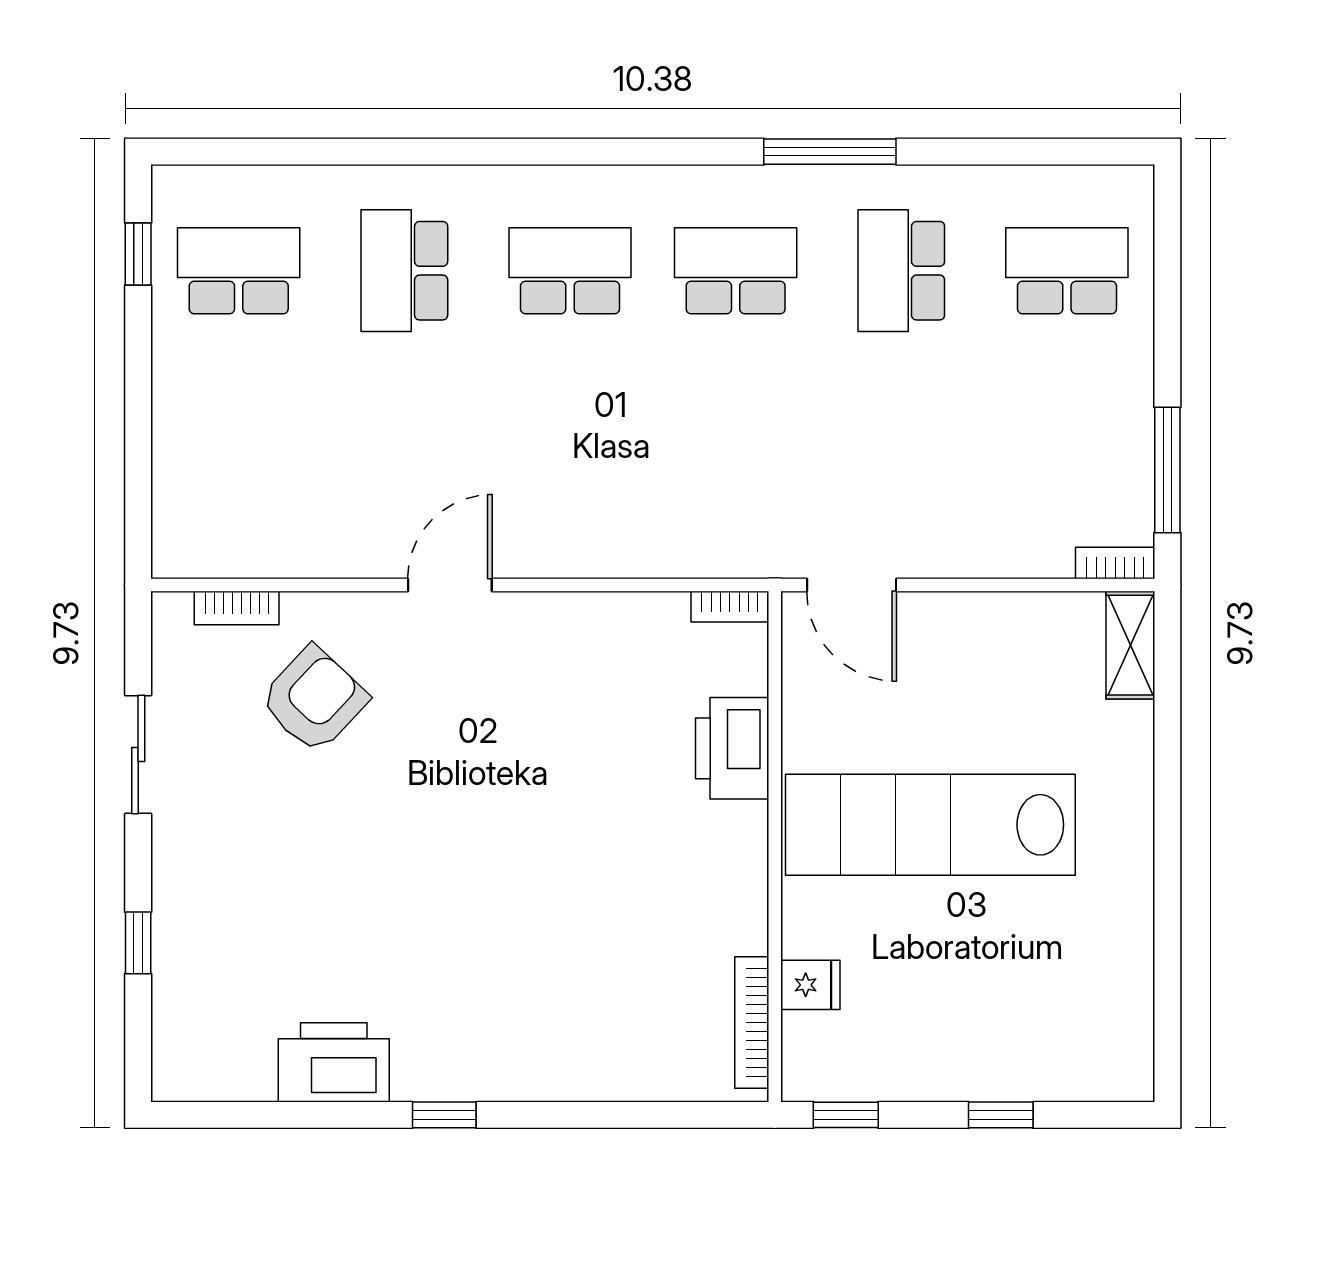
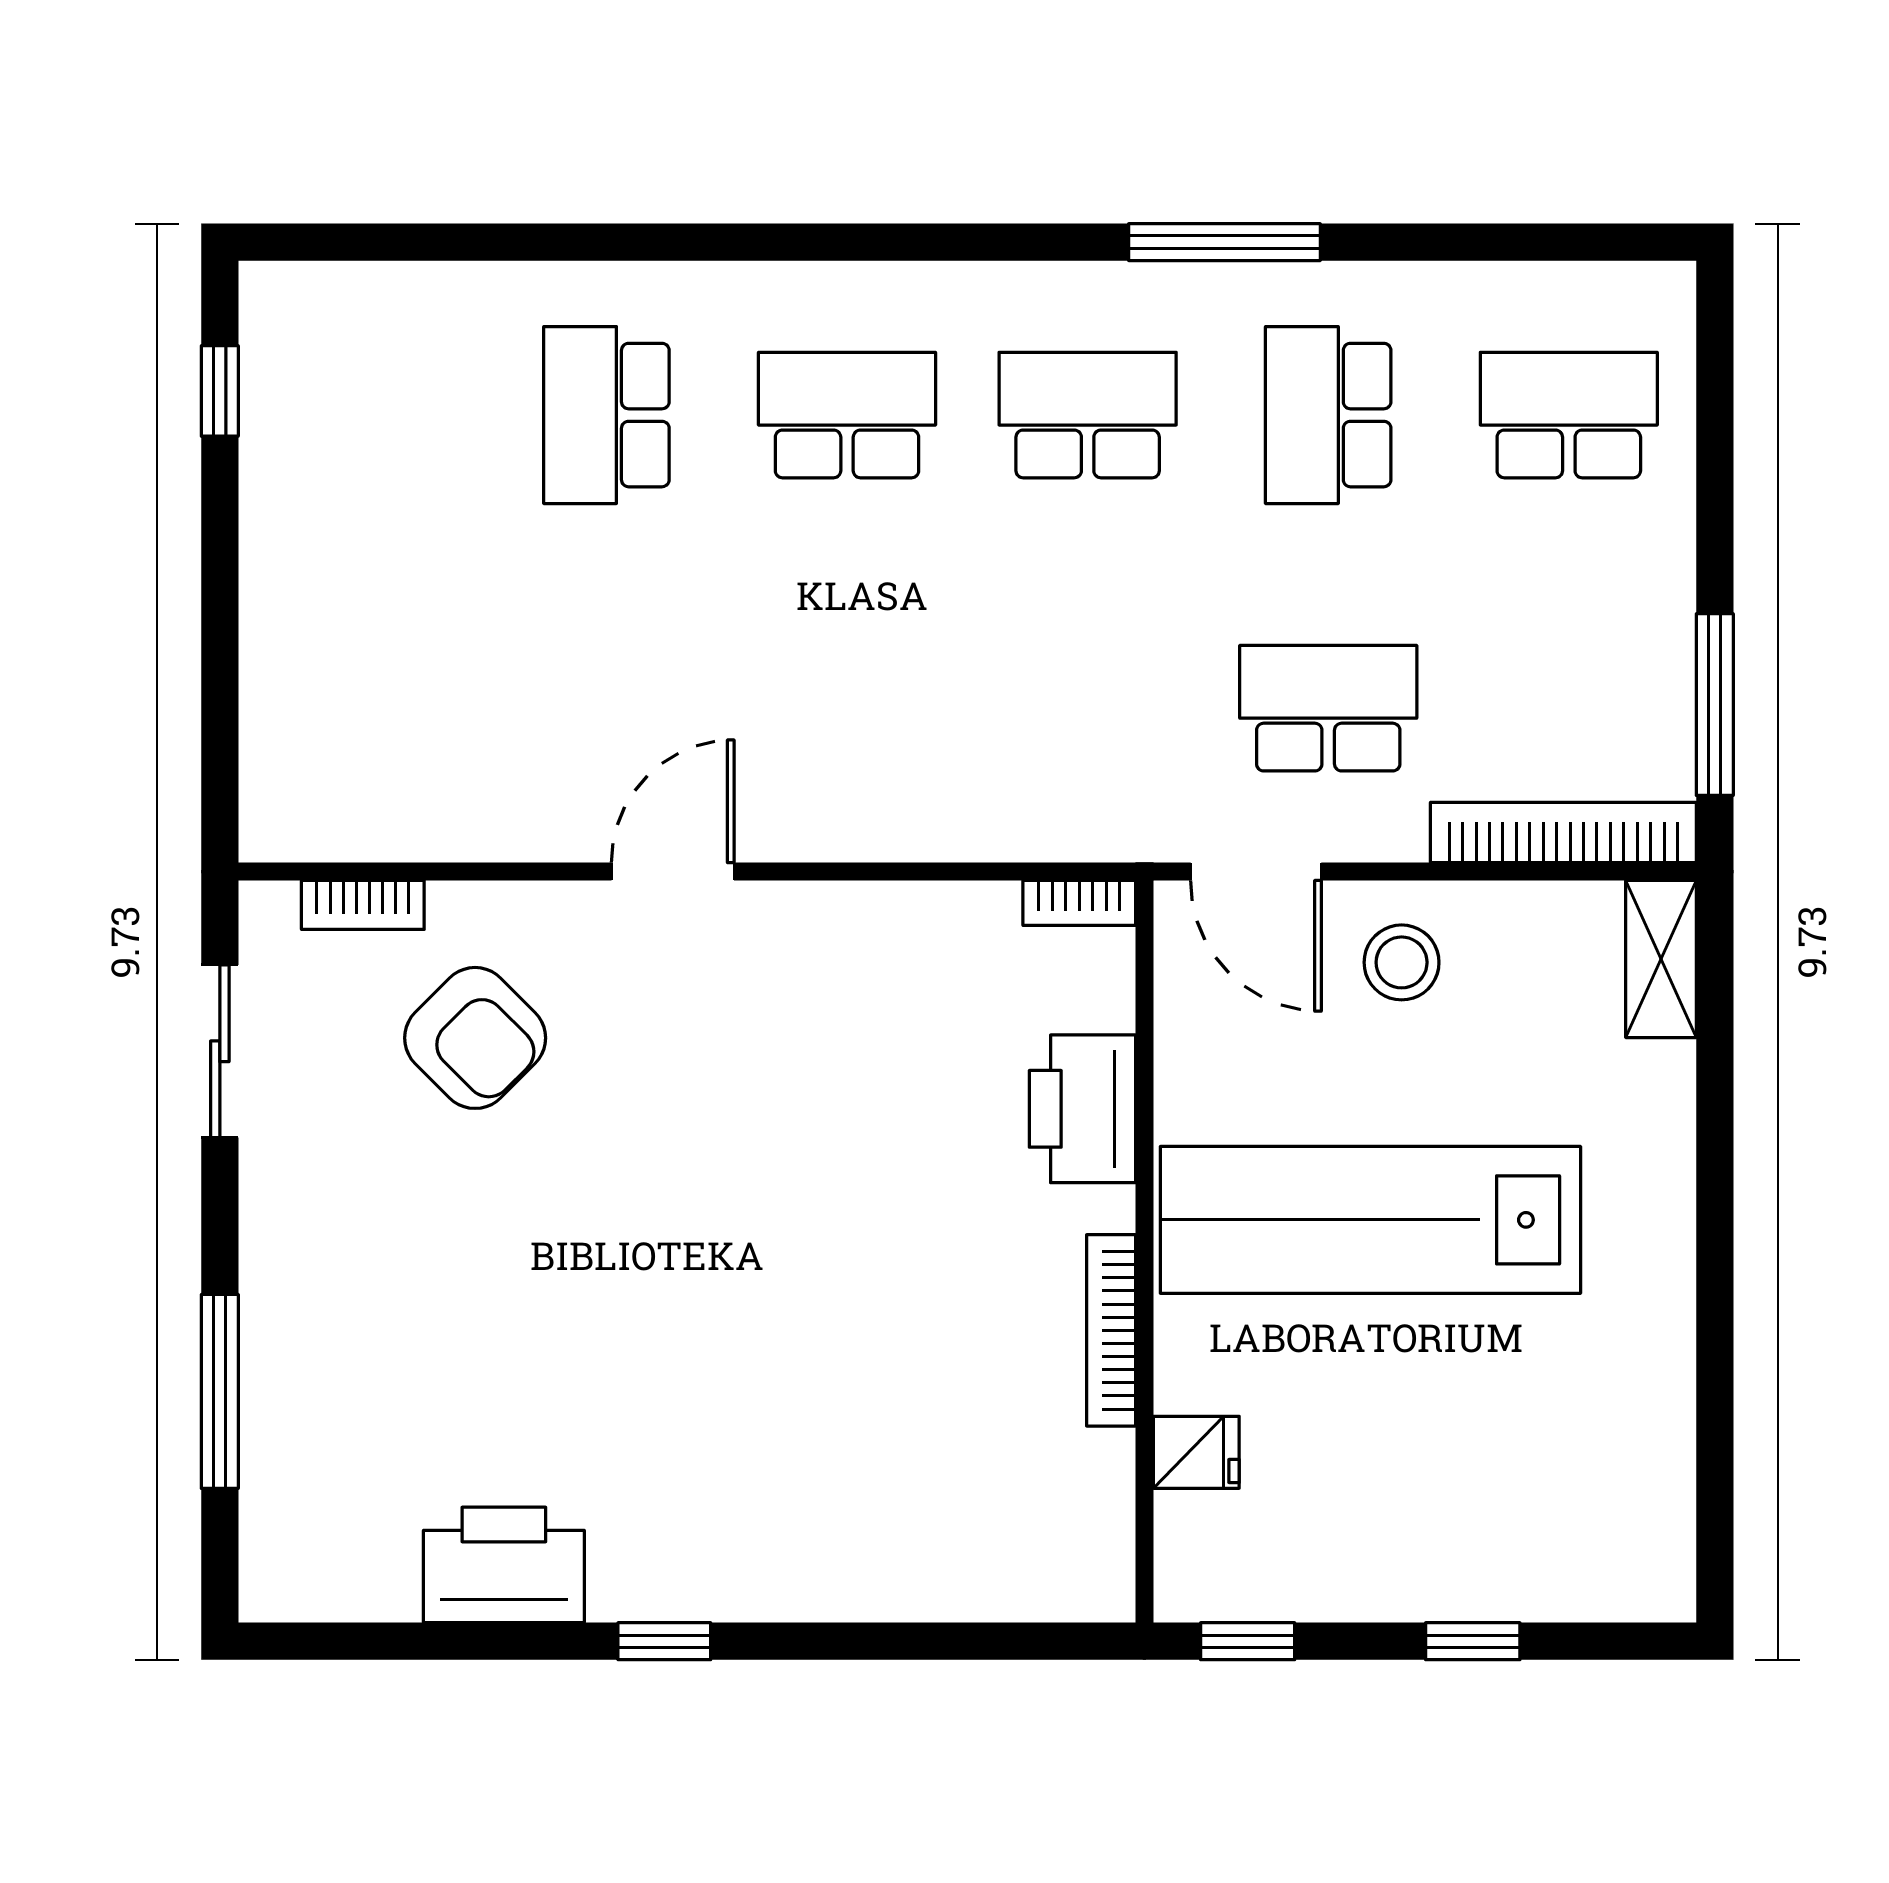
school desk: (239, 271) -> (1328, 708), moved
bookcase: (1115, 563) -> (1563, 833), width x2.31, depth x1.31
stool: (952, 648) -> (1402, 962), added
armchair: (314, 700) -> (475, 1038), turned 92
sliding door: (138, 754) -> (220, 1051), moved
window: (138, 943) -> (220, 1391), width x2.17
bookcase: (752, 1022) -> (1111, 1330), moved

